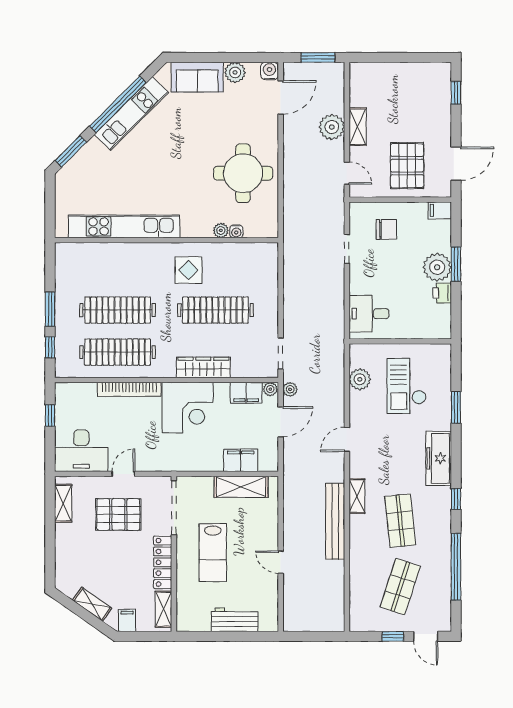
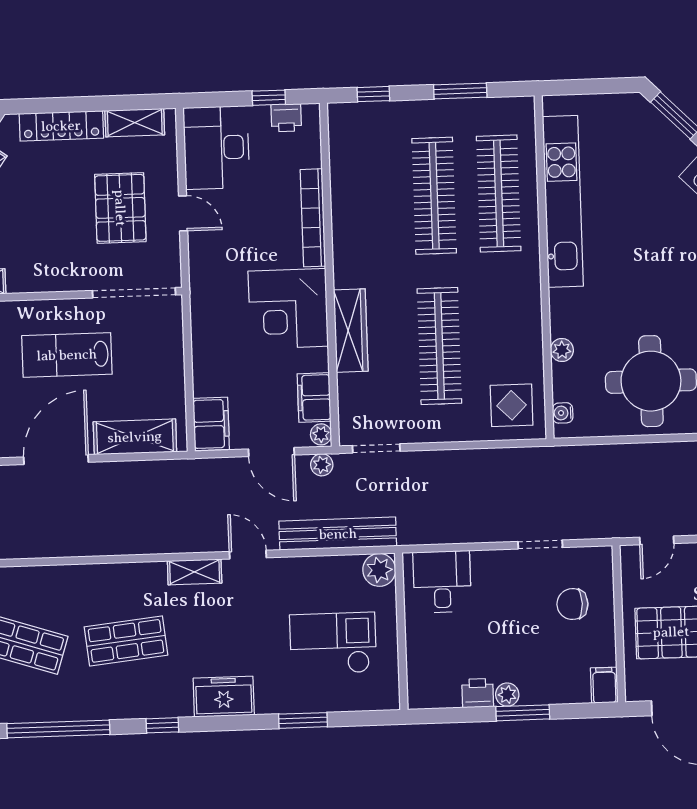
chair: (386, 229) -> (572, 604), turned 90
water cooler: (236, 231) -> (563, 413), moved
plant: (437, 267) -> (507, 695), width x0.53, depth x0.53
display table: (189, 270) -> (512, 405), moved
window: (50, 309) -> (460, 91), moved
clothes rail: (118, 352) -> (499, 193), moved
plant: (360, 379) -> (379, 570), moved
printer: (63, 405) -> (286, 118), added
freezer: (439, 458) -> (224, 697), width x0.71
filing cabinet: (241, 460) -> (211, 424), moved
shelving: (241, 487) -> (135, 437), moved, turned 90
shelving: (357, 496) -> (195, 572), moved
bench: (335, 521) -> (338, 534), moved
locker: (163, 562) -> (61, 126), moved, turned 180
door: (281, 562) -> (56, 460), width x1.87

